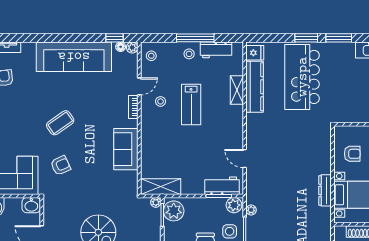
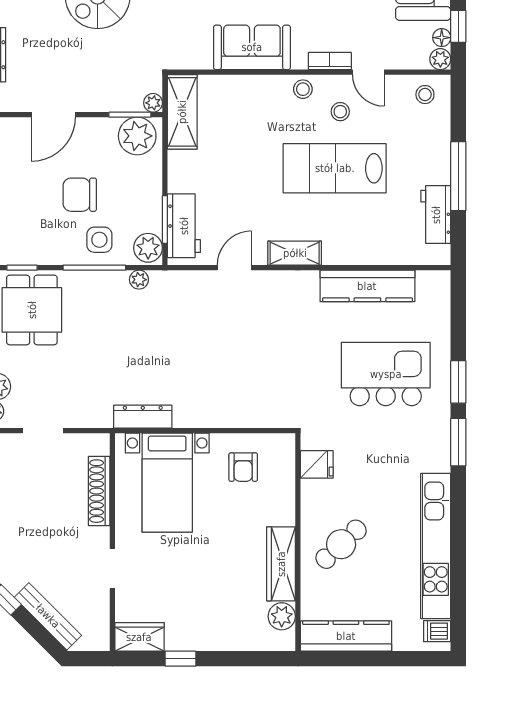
fridge: (255, 53) -> (317, 464), moved, turned -90
stool: (189, 54) -> (303, 89), moved
kitchen island: (302, 77) -> (386, 374), width x0.73
shelving: (237, 90) -> (295, 253), moved
lab bench: (191, 104) -> (335, 168), width x1.36, depth x1.39
dresser: (325, 190) -> (143, 417), moved

